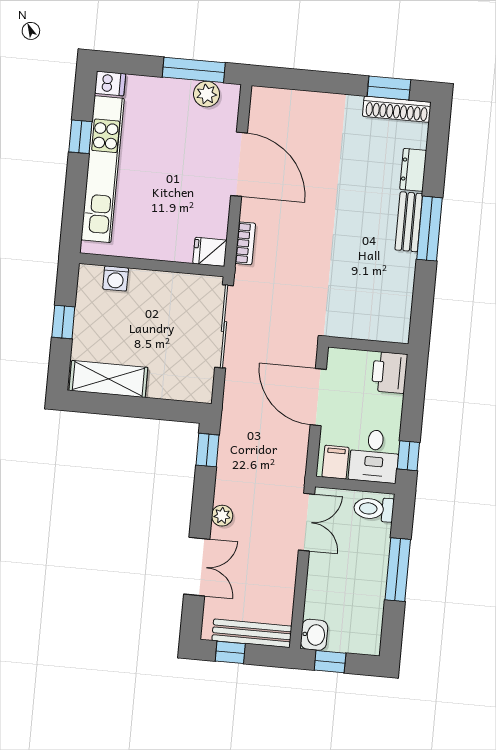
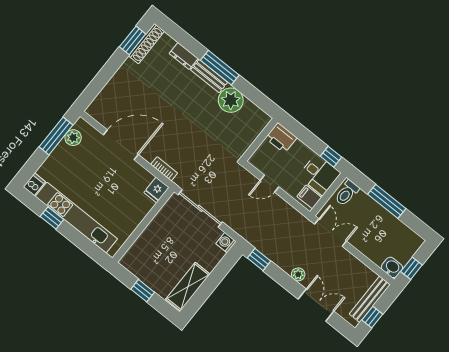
plant: (396, 272) -> (231, 100), added
washing machine: (116, 278) -> (226, 243), moved, turned 180
door: (318, 397) -> (269, 184), width x0.53

